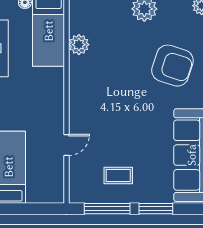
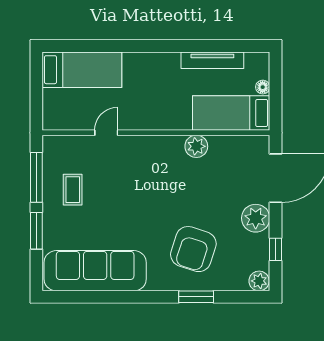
plant: (79, 45) -> (196, 146), moved
door: (66, 145) -> (106, 133), swing flipped

